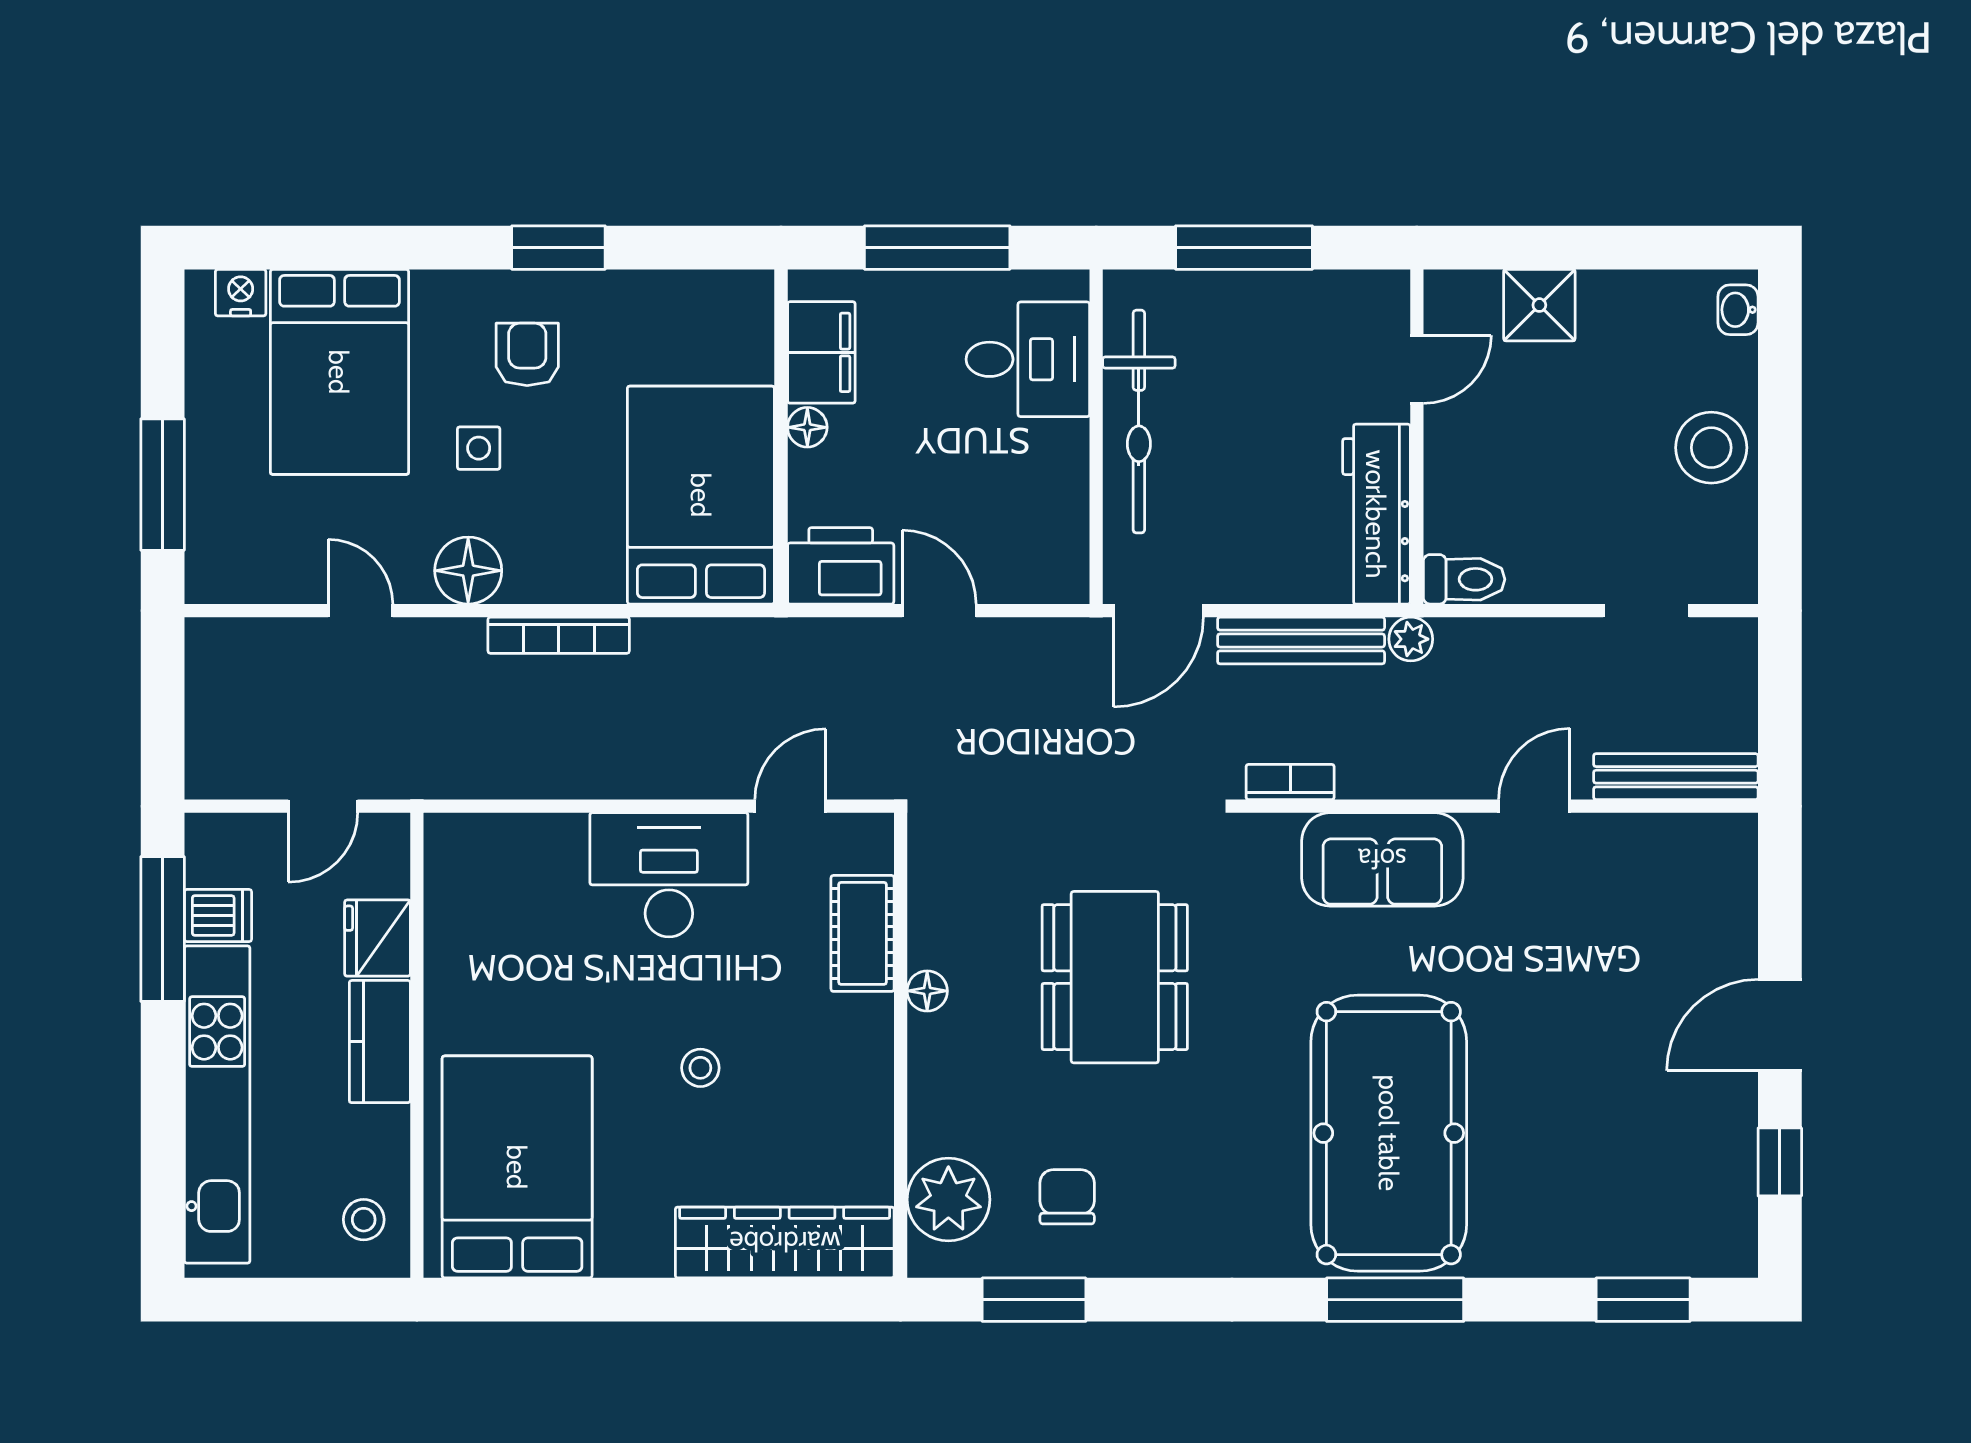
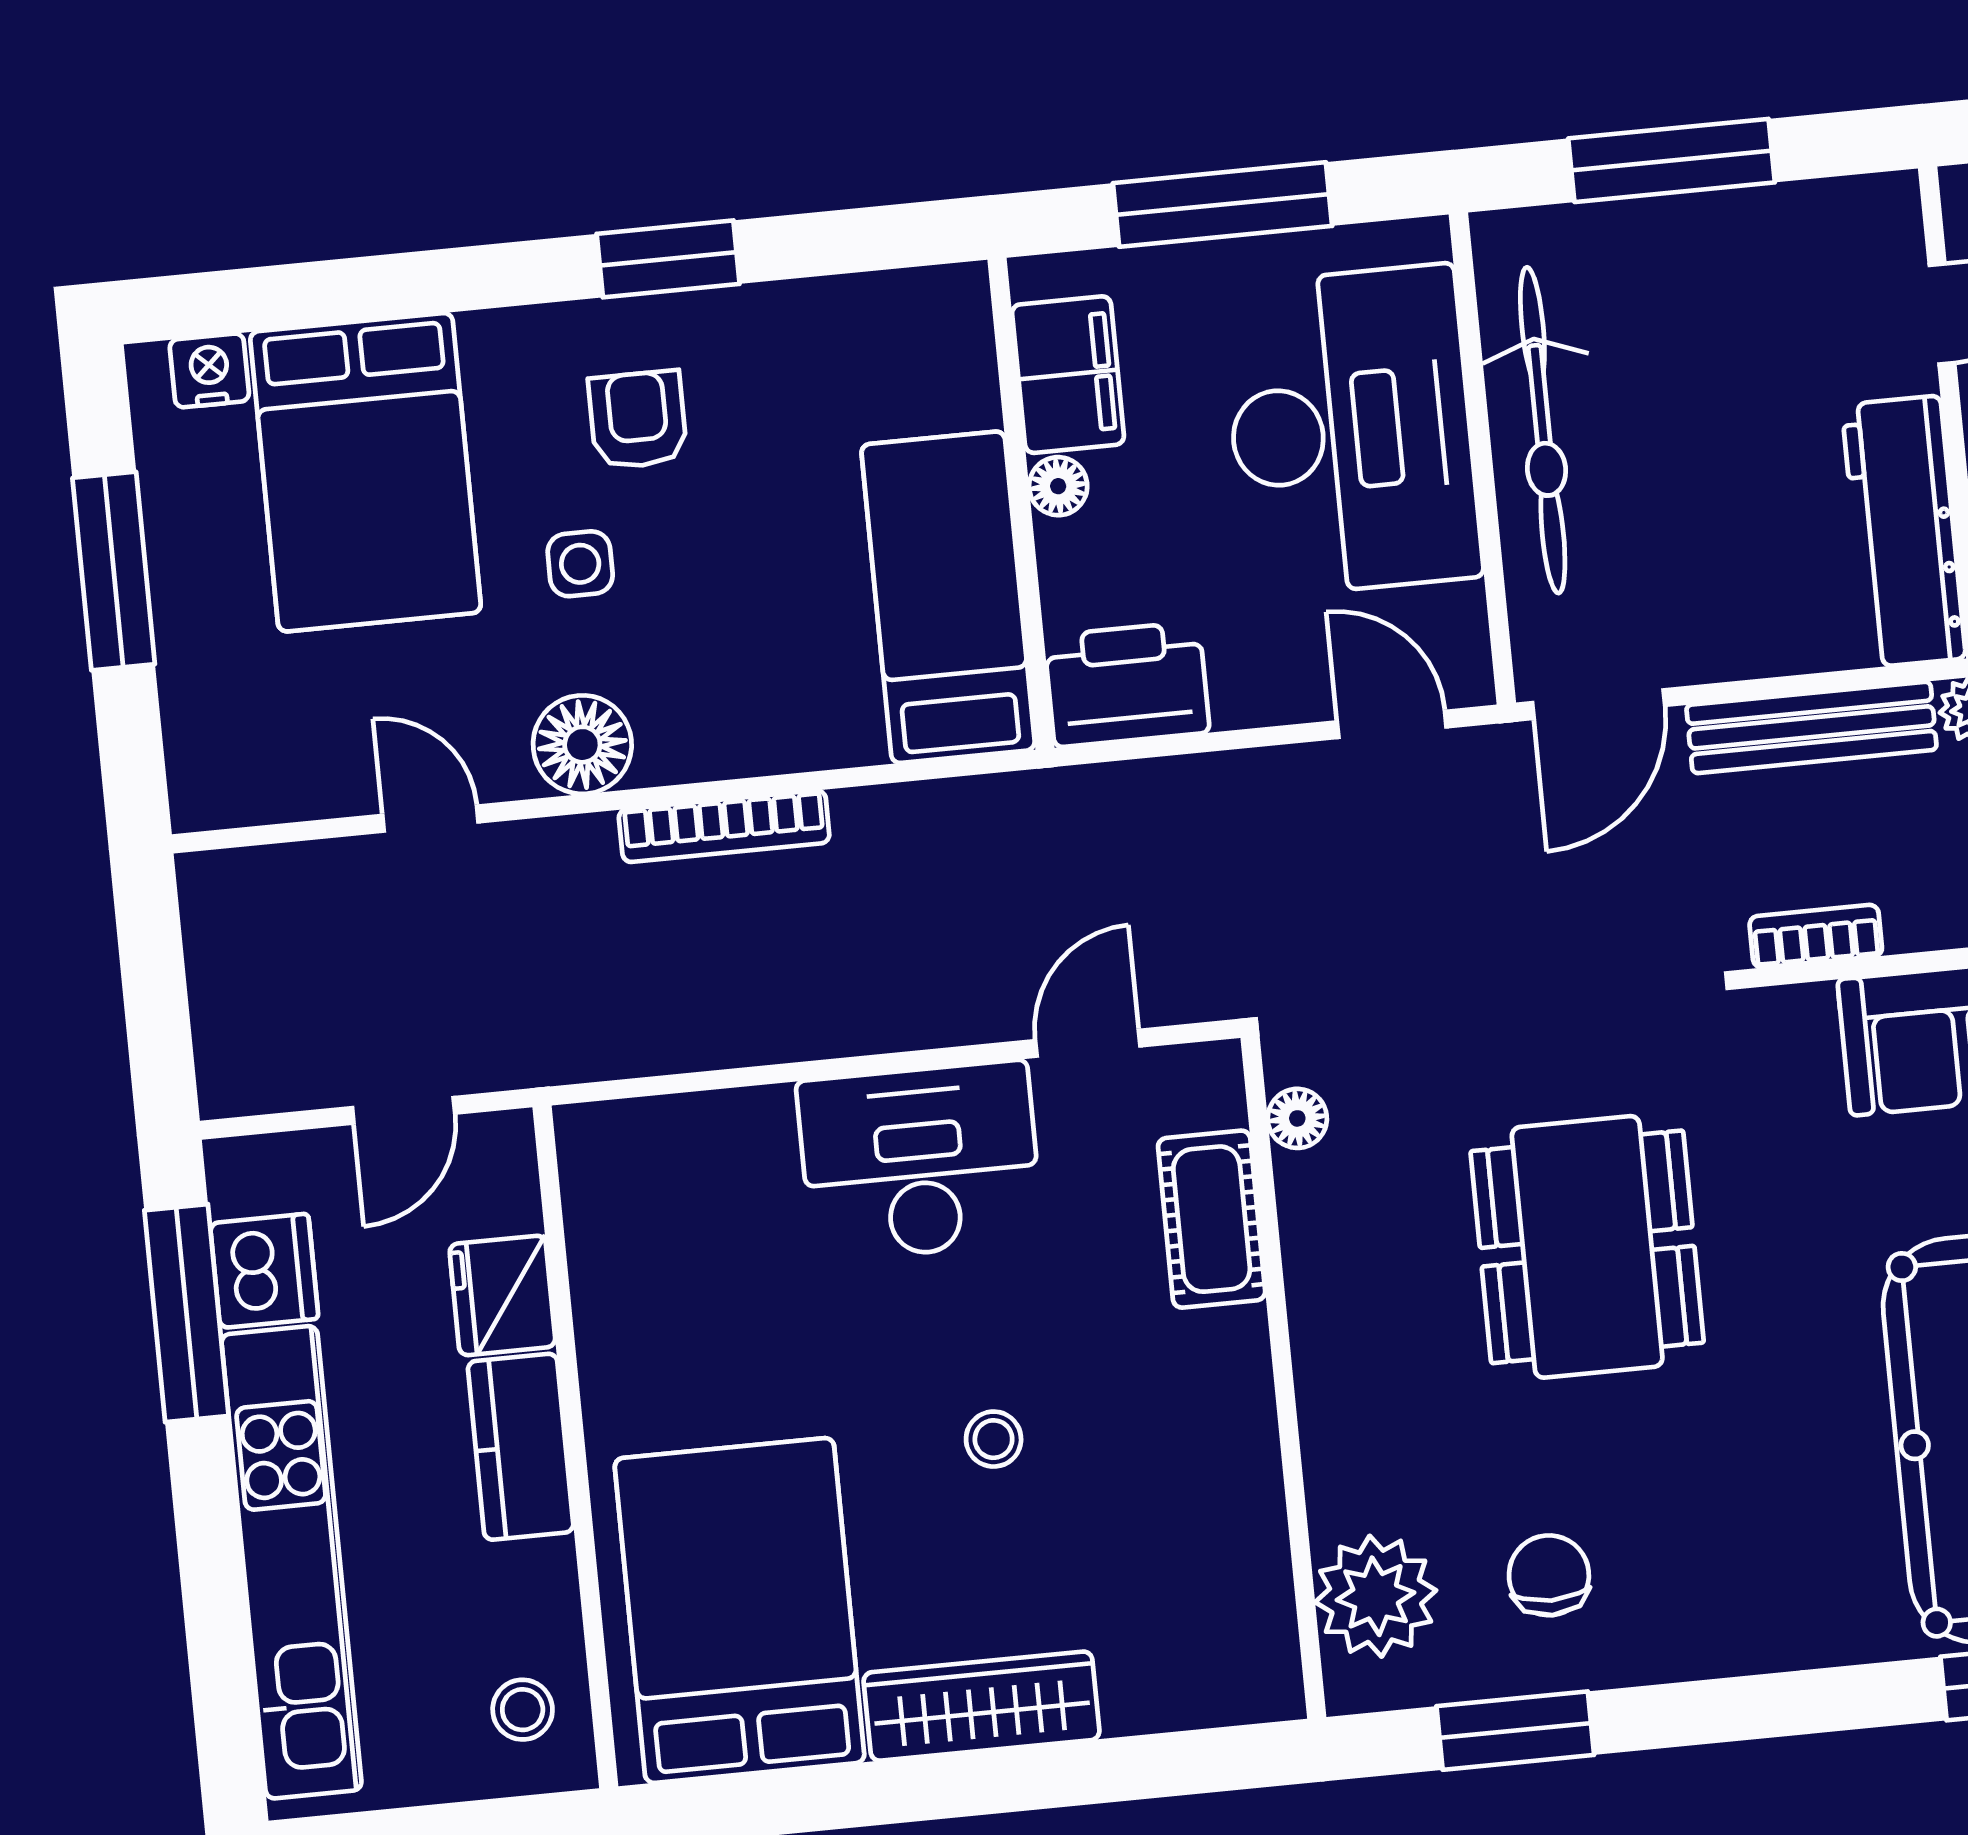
desk: (1028, 359) -> (1351, 431), width x1.87, depth x1.30
window: (163, 485) -> (114, 571), moved
bed: (701, 495) -> (948, 597), width x0.67
door: (939, 611) -> (1392, 724), moved
dishwasher: (218, 915) -> (264, 1271), width x1.38
floor lamp: (927, 991) -> (1297, 1118), moved
wardrobe: (785, 1242) -> (982, 1706), moved, width x0.71, depth x0.85

